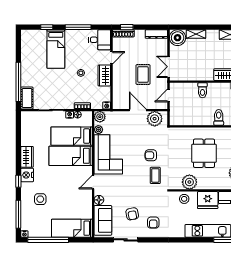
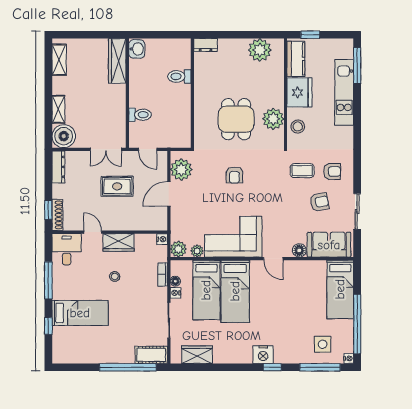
toilet: (202, 90) -> (140, 115), moved
dining table: (204, 153) -> (236, 119), moved, turned 90
wardrobe: (27, 157) -> (197, 355), moved
coffee table: (155, 175) -> (302, 171), moved
side table: (40, 199) -> (323, 344), moved

